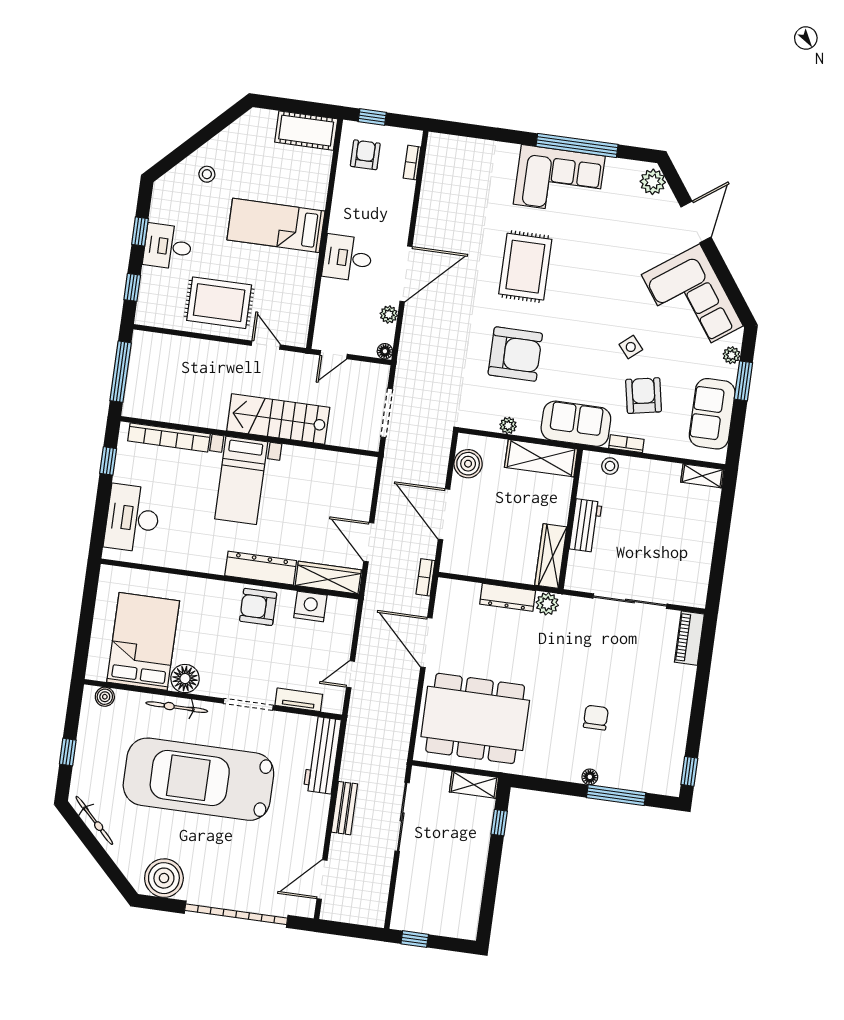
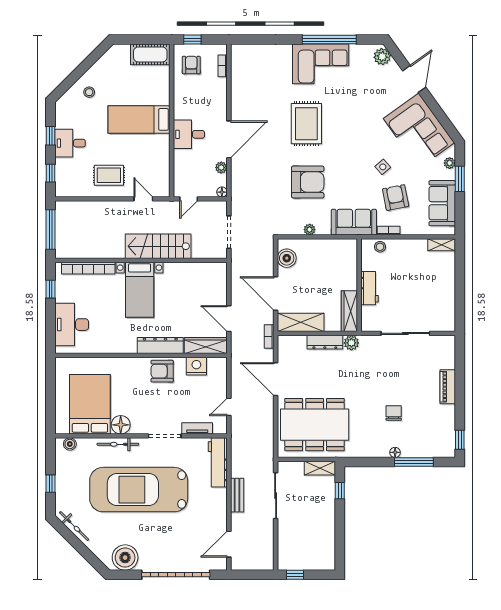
rug: (219, 303) -> (109, 175), width x0.73, depth x0.70
shelving: (541, 458) -> (301, 322), moved
piano: (689, 638) -> (448, 387), moved

